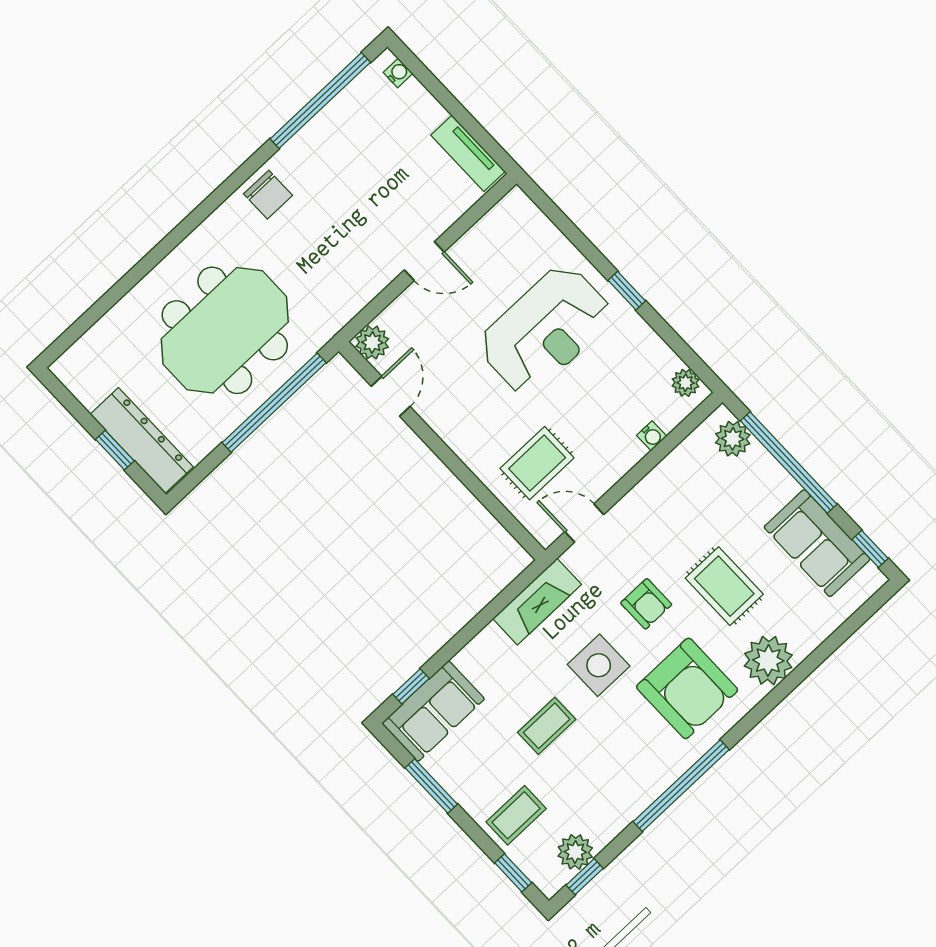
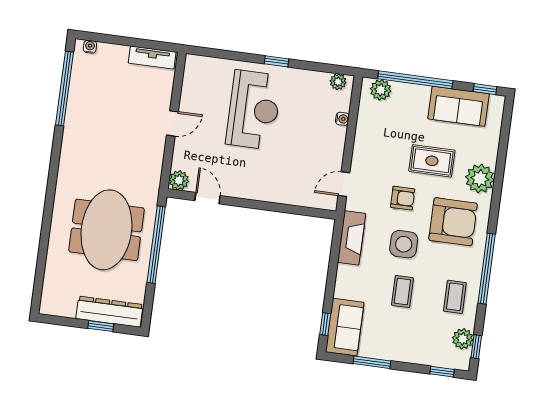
chair: (268, 195) -> (76, 151), removed
rug: (537, 463) -> (300, 174), removed
coffee table: (516, 815) -> (455, 297), moved

